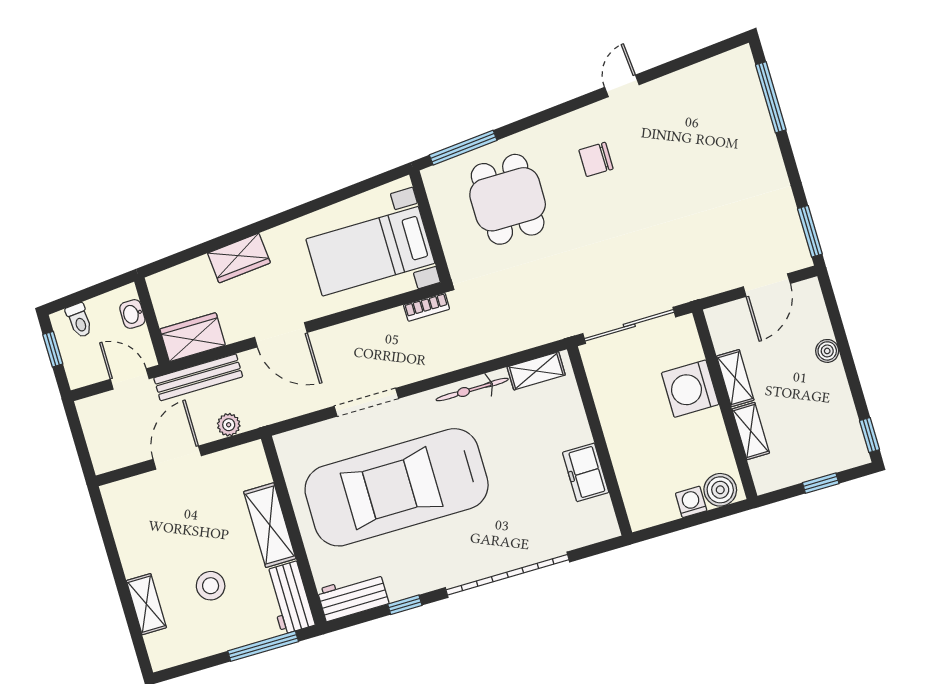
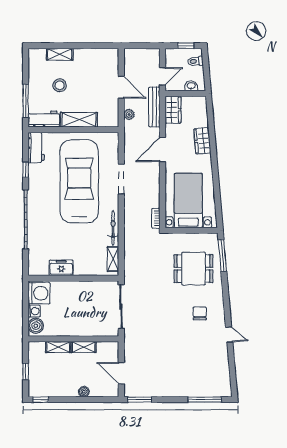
washing machine: (690, 389) -> (39, 293), moved, turned 90

